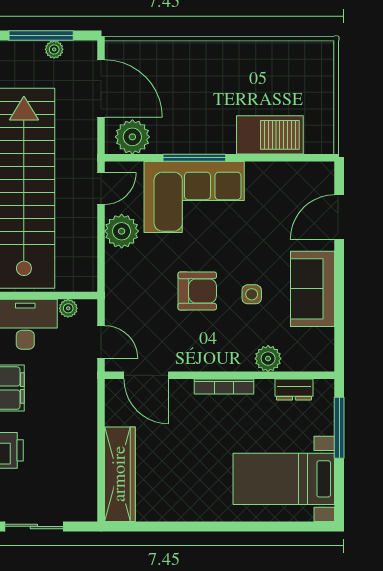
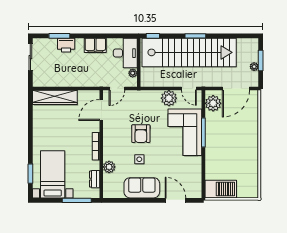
window: (41, 36) -> (261, 60), width x0.69
barbecue: (270, 135) -> (221, 189), moved, turned -90
window: (282, 526) -> (30, 174), added

